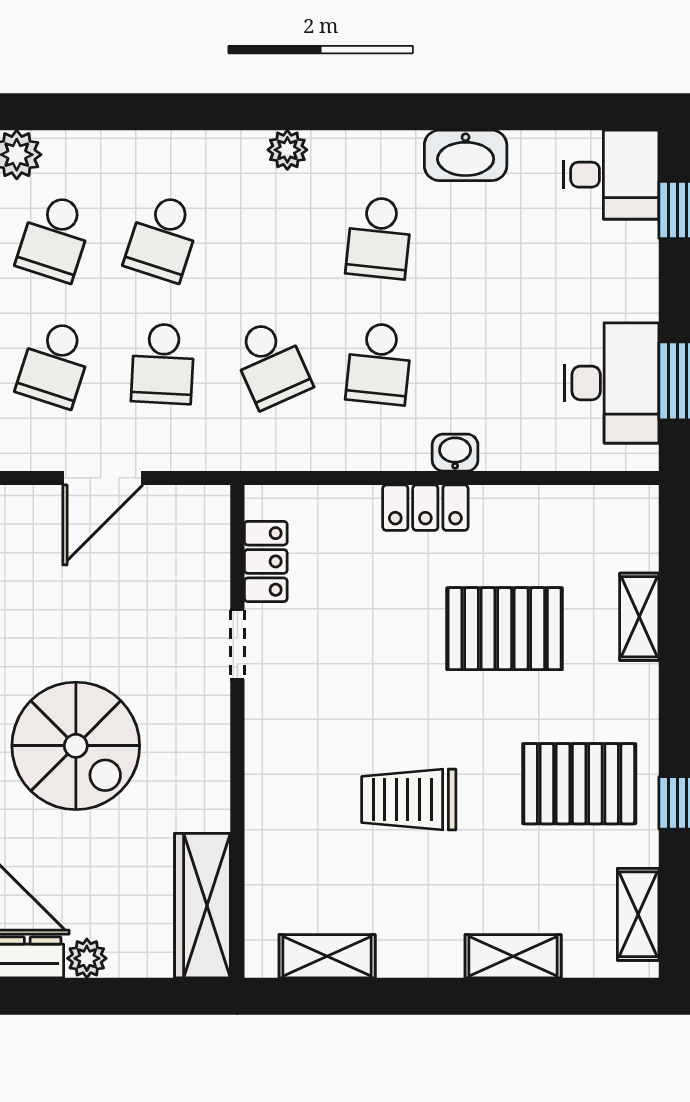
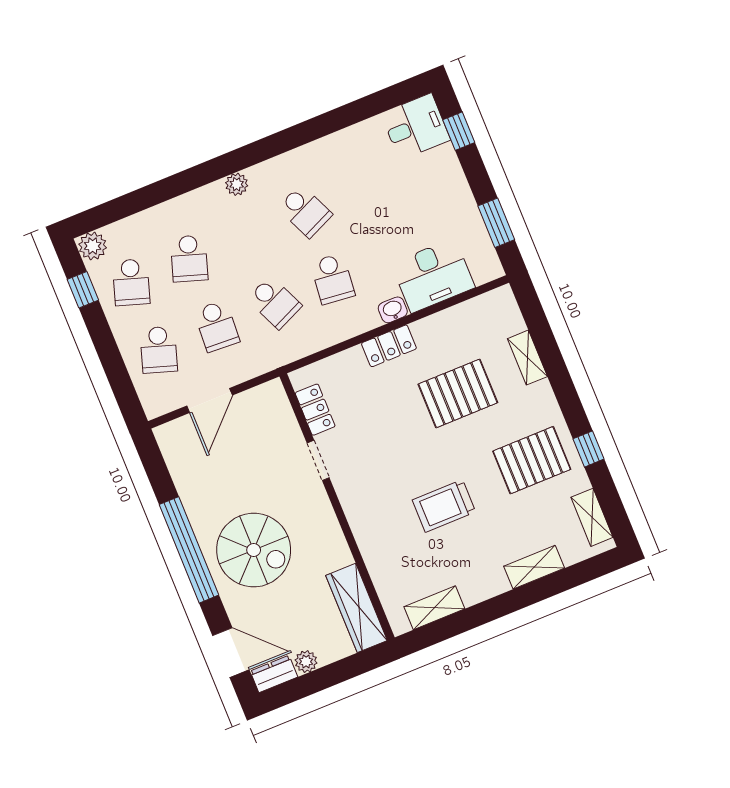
washbasin: (466, 155) -> (333, 148), removed
school desk: (379, 238) -> (305, 211), turned -30
desk: (612, 383) -> (433, 275), moved, turned 90

